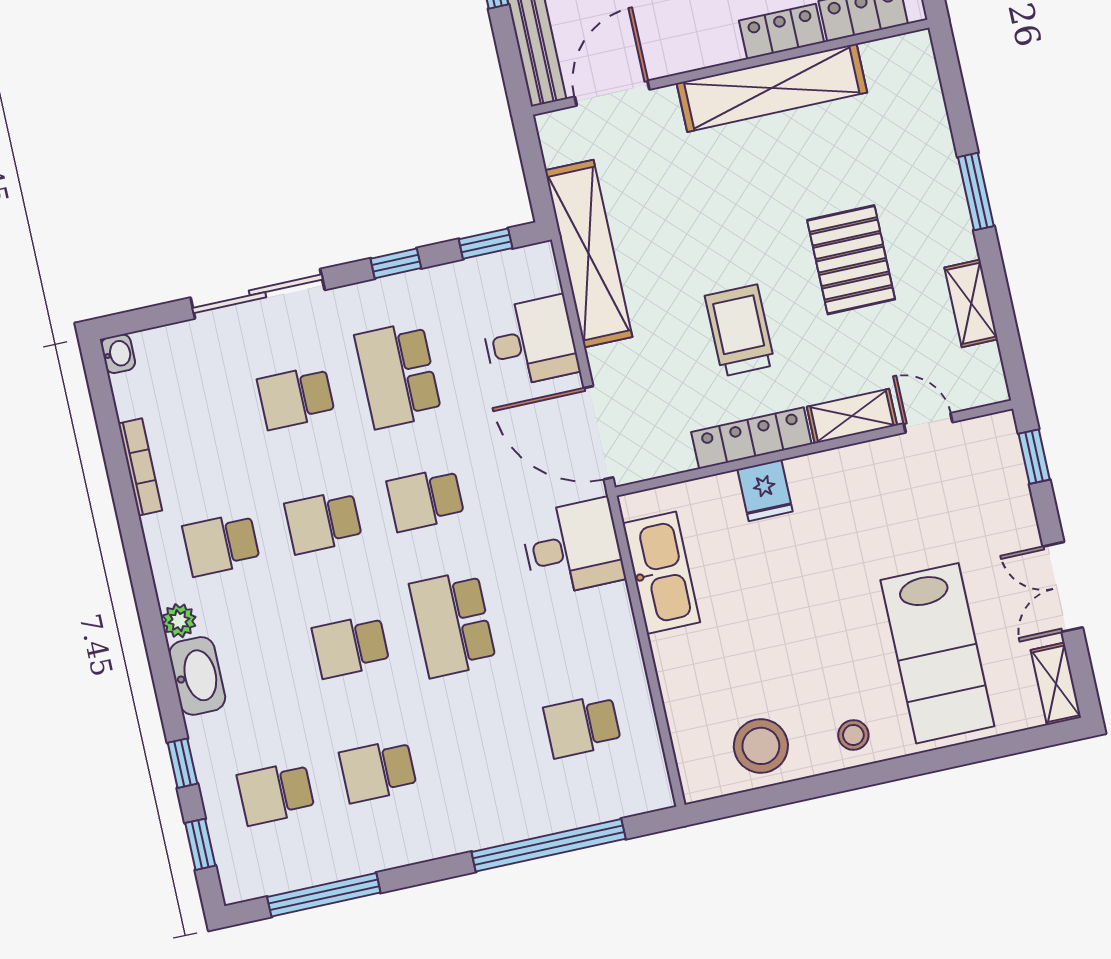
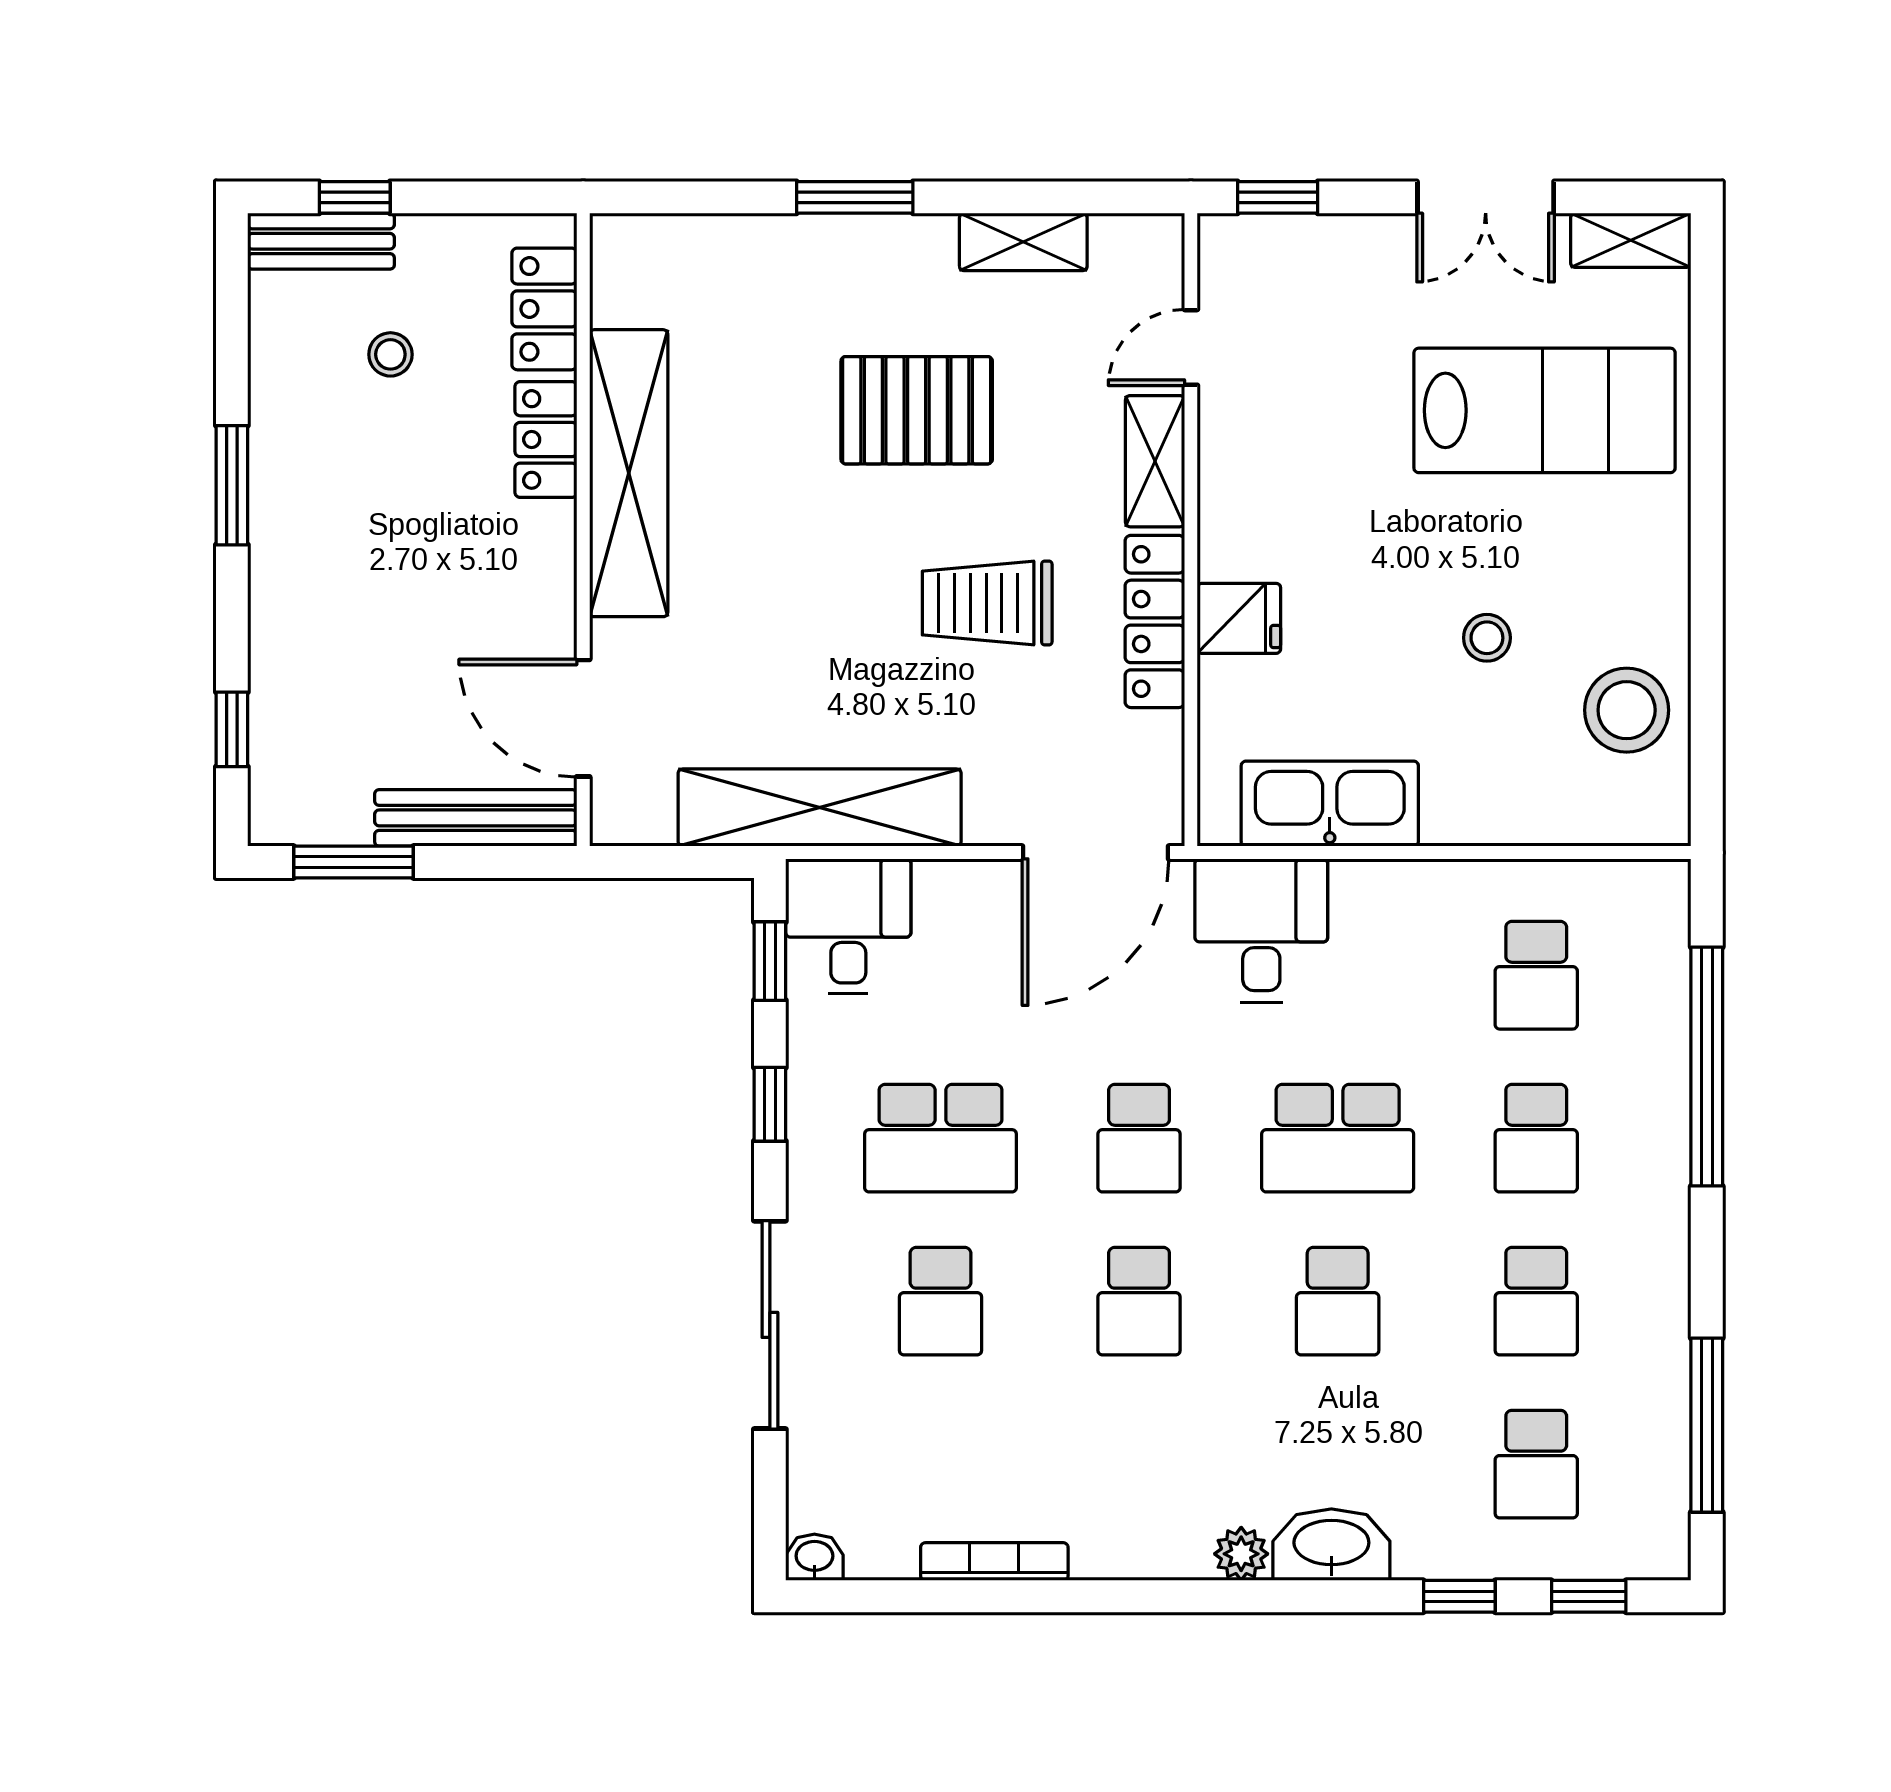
desk: (530, 342) -> (848, 926), moved
school desk: (221, 544) -> (1536, 1138), moved
stool: (853, 735) -> (1487, 638), moved

